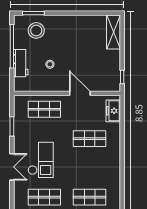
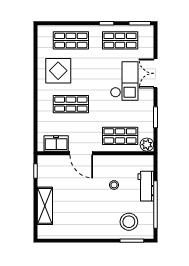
shelving: (113, 32) -> (45, 206), moved
plant: (20, 101) -> (147, 145), added
freezer: (113, 111) -> (56, 143), moved, turned -90
checkout: (41, 160) -> (124, 81), turned 180
display table: (101, 169) -> (58, 71), added

